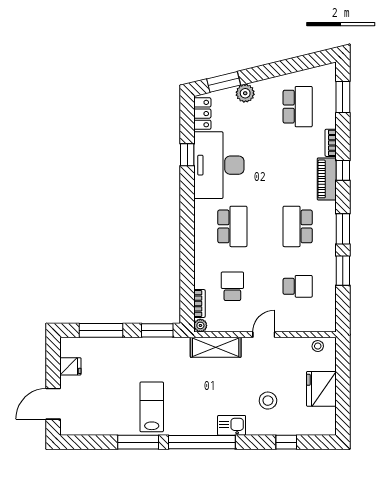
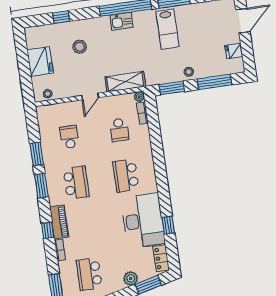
school desk: (298, 286) -> (70, 137), turned 90
stool: (132, 348) -> (189, 72), added
kitchen sink: (232, 425) -> (122, 21), moved

